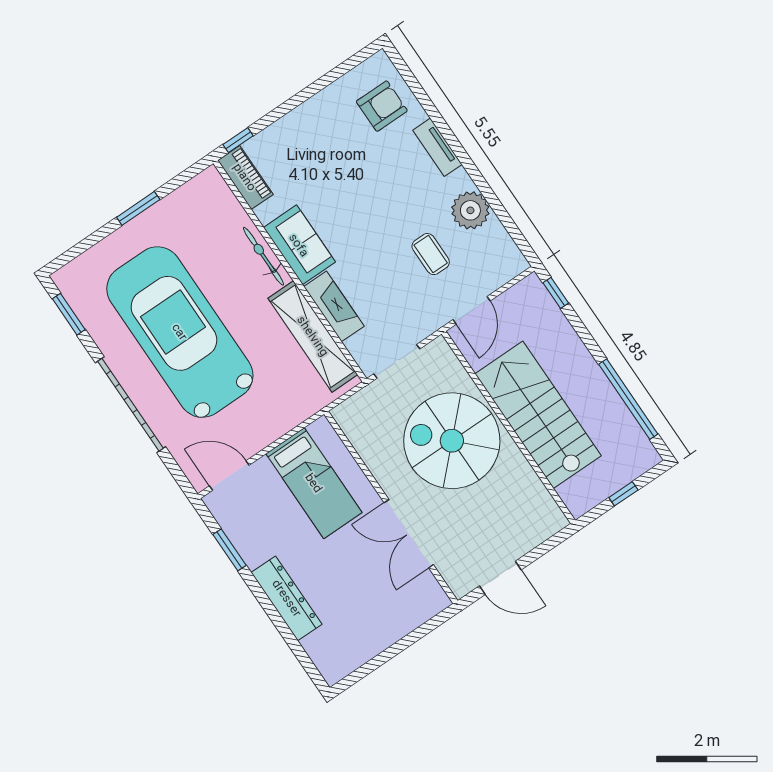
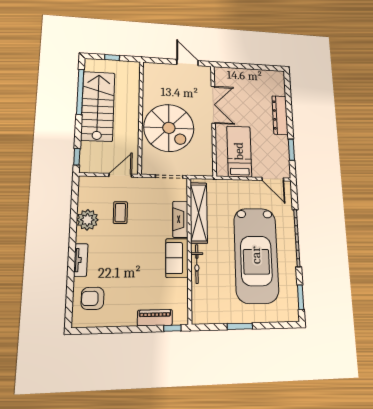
piano: (245, 177) -> (155, 318), moved, turned 90
stairs: (538, 415) -> (98, 106), moved, turned 180

